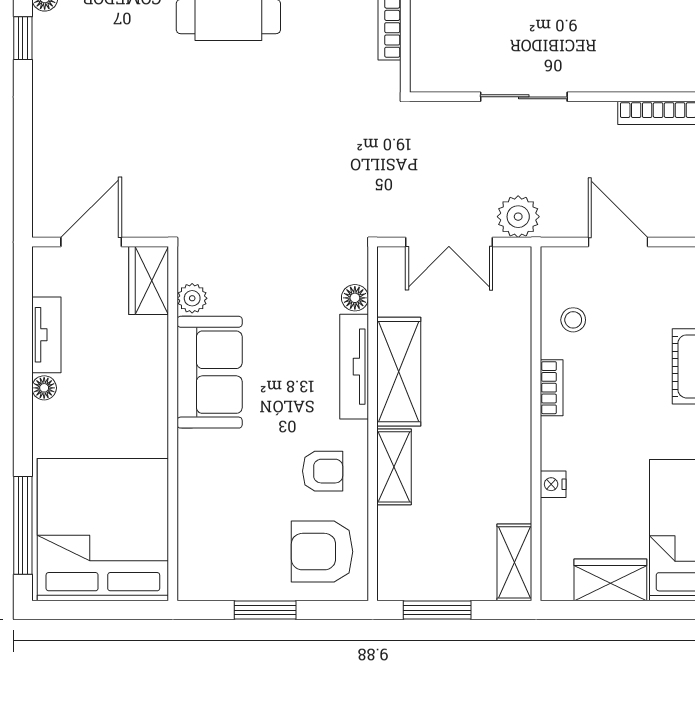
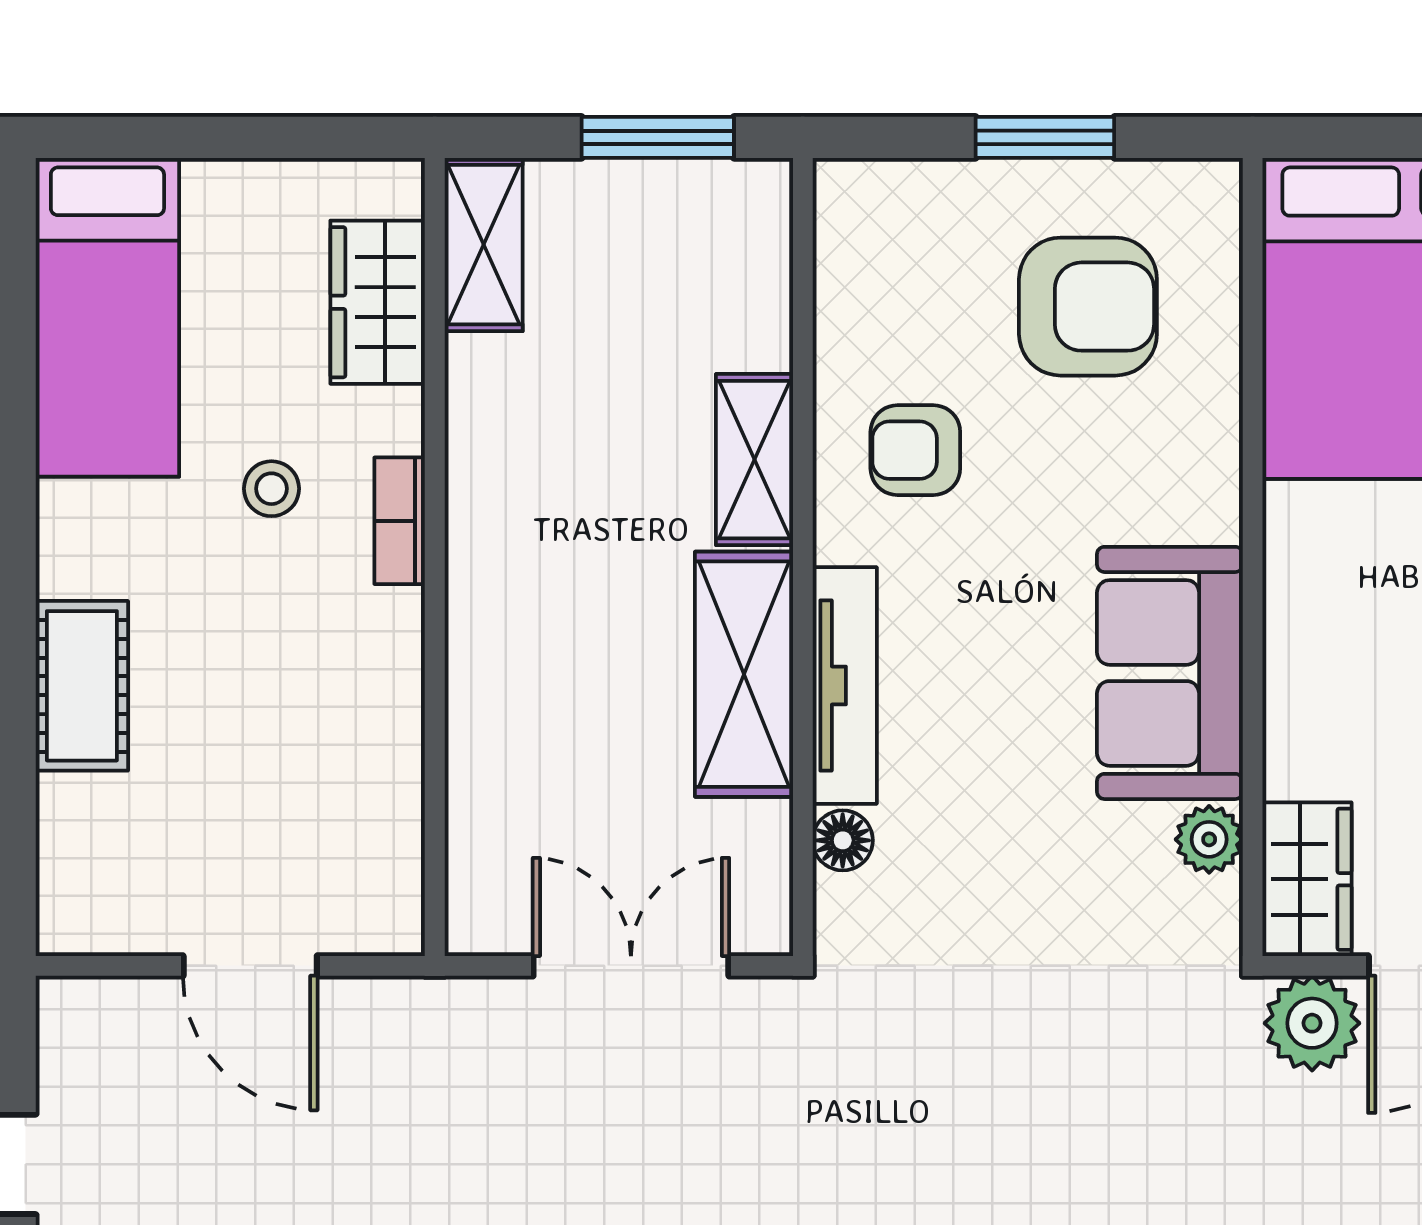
plant: (518, 217) -> (1312, 1023), moved
stool: (573, 320) -> (271, 489), moved
bookcase: (552, 388) -> (400, 521), moved
nightstand: (553, 484) -> (396, 421), removed
armchair: (322, 552) -> (1088, 307), moved
wardrobe: (610, 580) -> (378, 302), moved, turned 90

